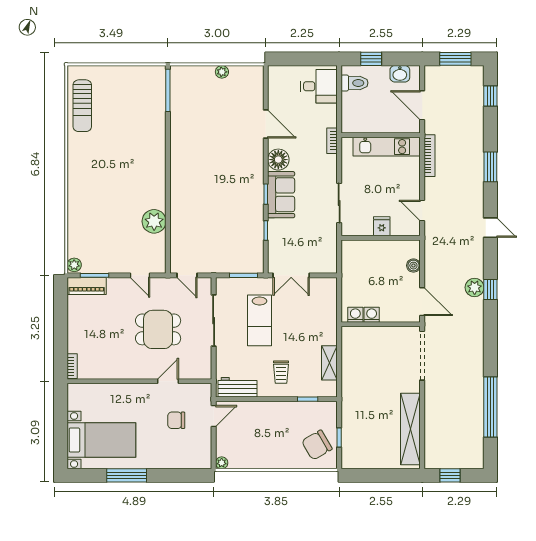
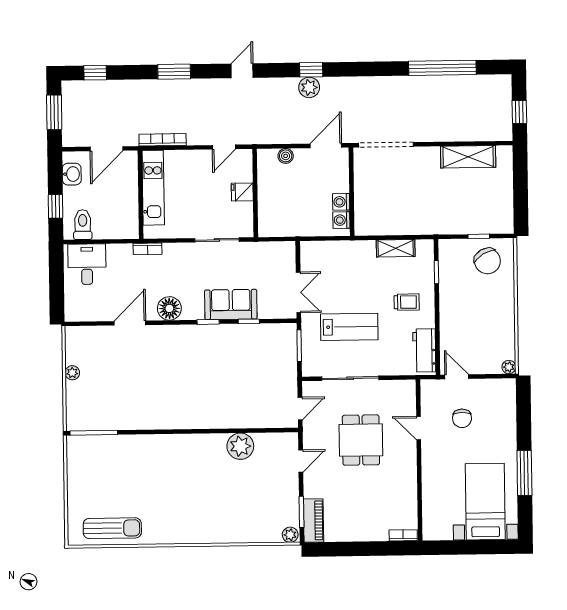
sofa: (281, 195) -> (231, 304), moved
shelving: (410, 429) -> (468, 157), width x0.68

